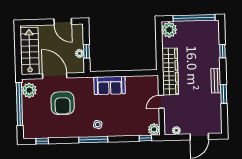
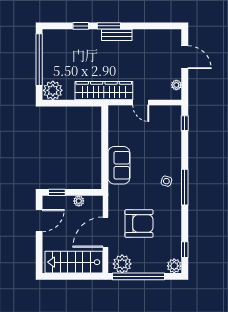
window: (87, 51) -> (57, 192), moved
window: (224, 94) -> (109, 26), moved
plant: (154, 129) -> (174, 266), moved

